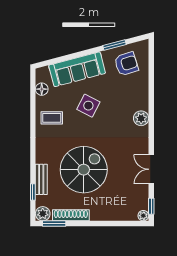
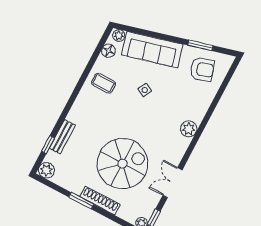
plant: (44, 72) -> (119, 35), added
side table: (88, 106) -> (145, 90), width x0.54, depth x0.54
spiral stairs: (84, 170) -> (122, 164), moved
shoe rack: (71, 215) -> (100, 201), moved
window: (54, 224) -> (81, 201), moved

